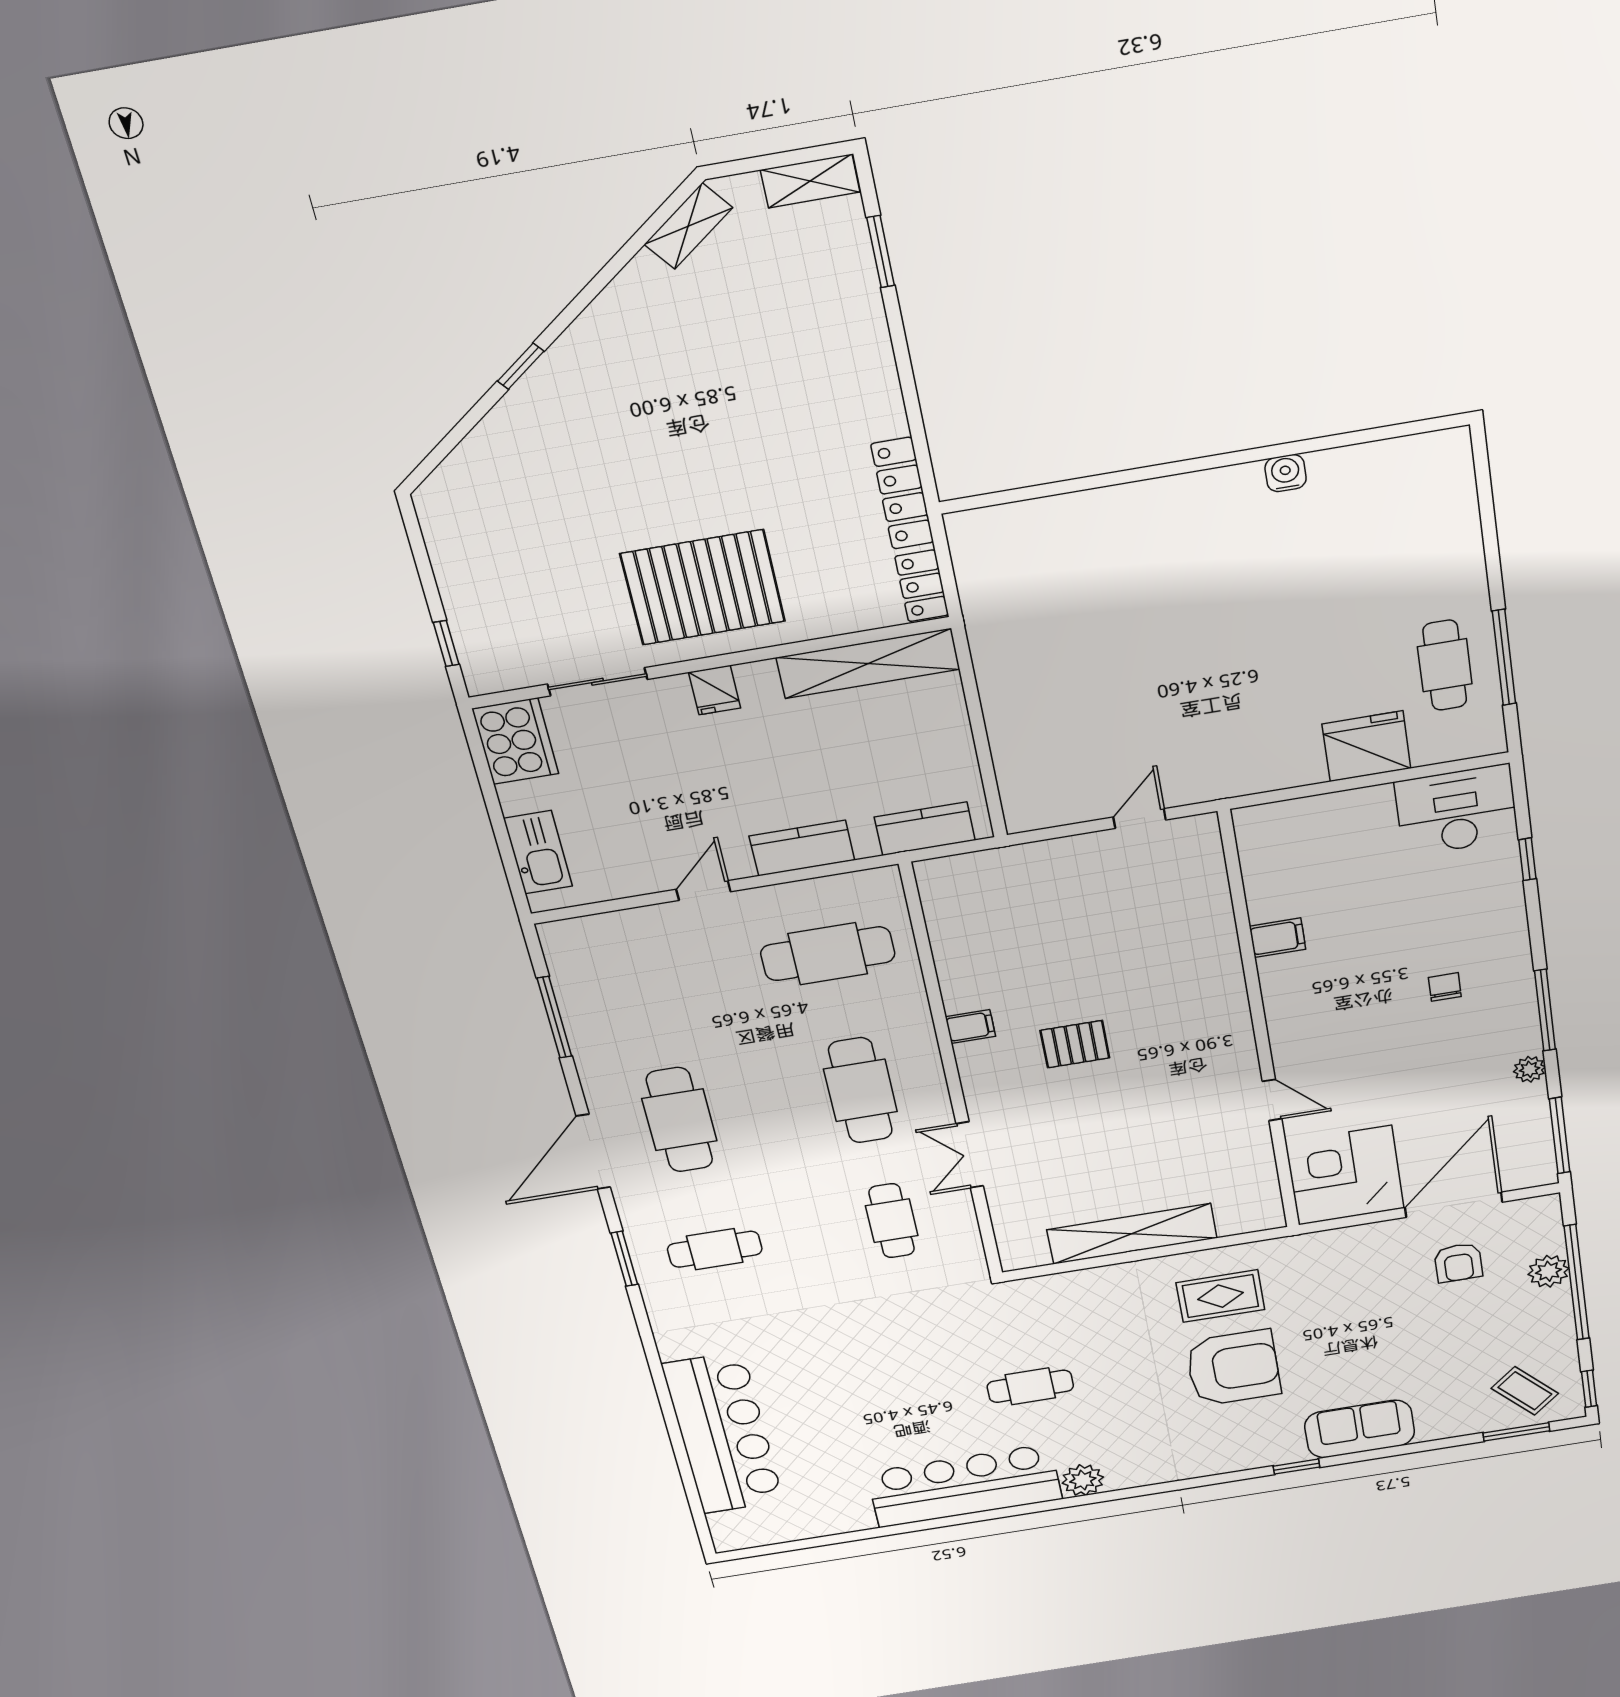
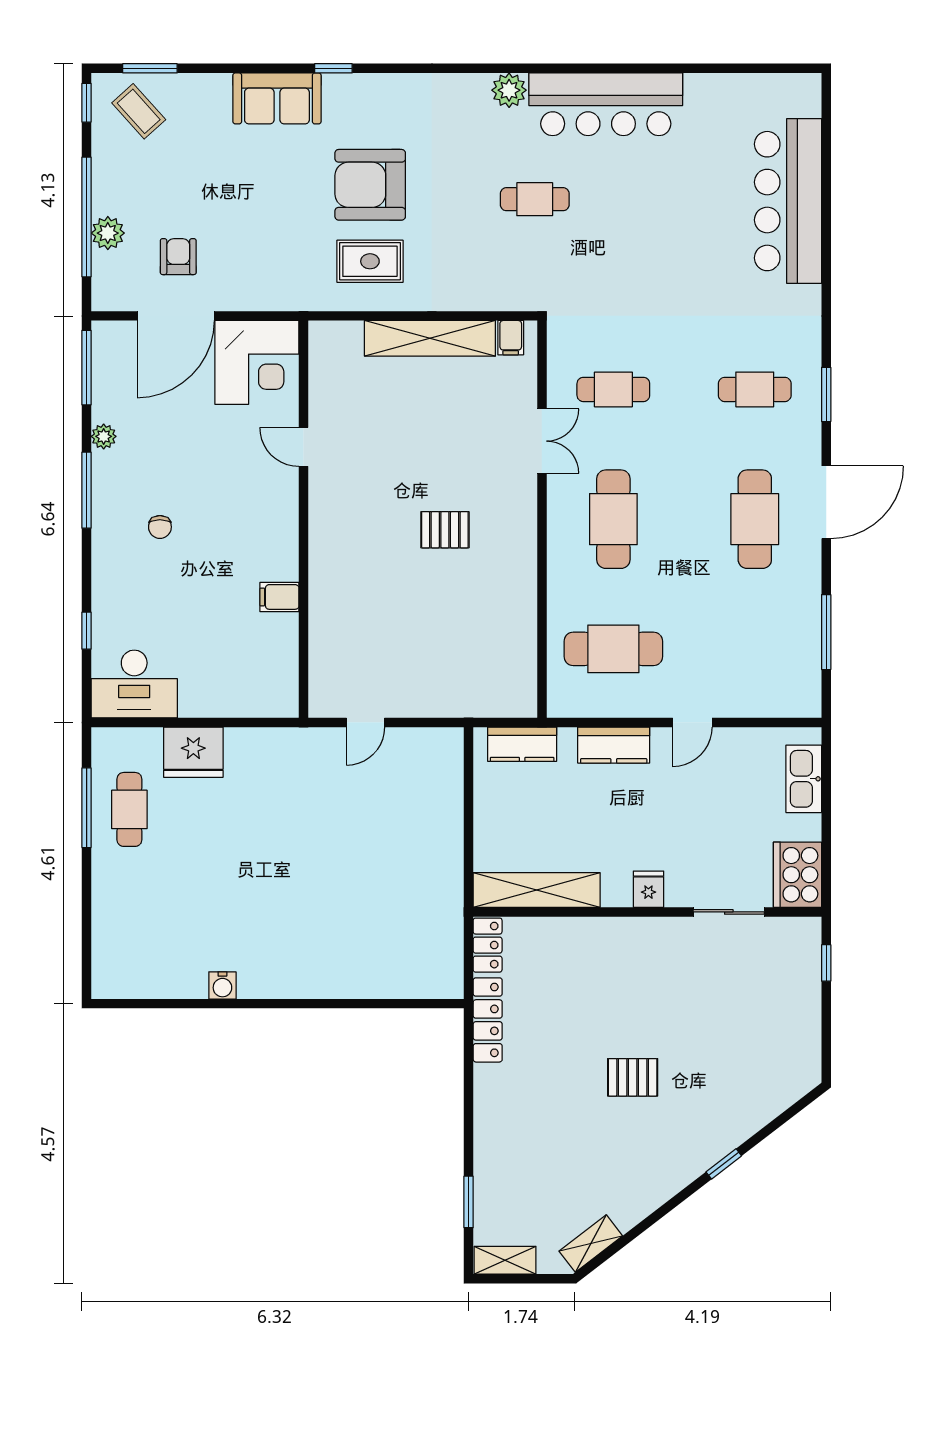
pallet: (703, 587) -> (633, 1077), moved, width x0.49, depth x0.50
filing cabinet: (970, 1027) -> (511, 338), moved, turned -90
cafe table: (892, 1221) -> (613, 389), turned 90

